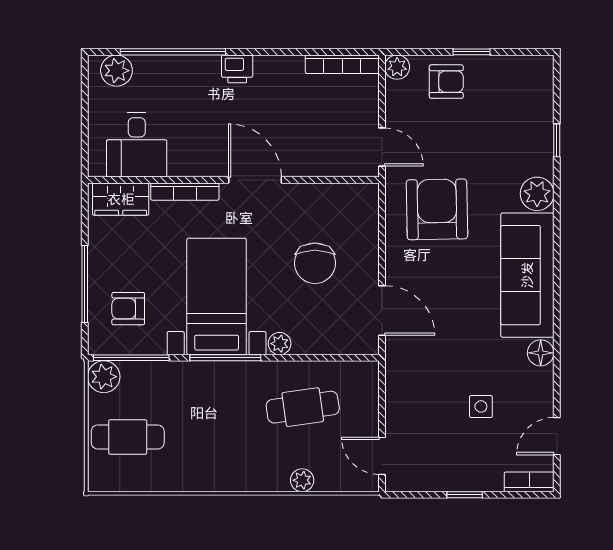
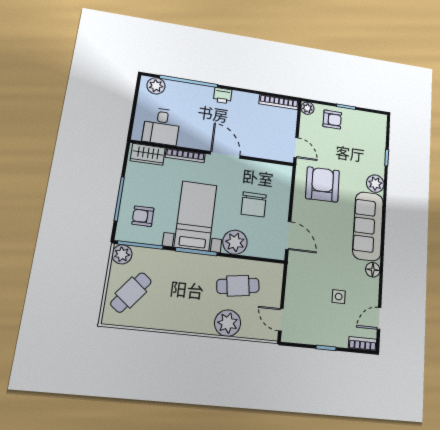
plant: (280, 344) -> (235, 242), width x1.88, depth x1.88
cafe table: (128, 437) -> (131, 292), turned -52
plant: (302, 480) -> (228, 323), width x1.88, depth x1.88

